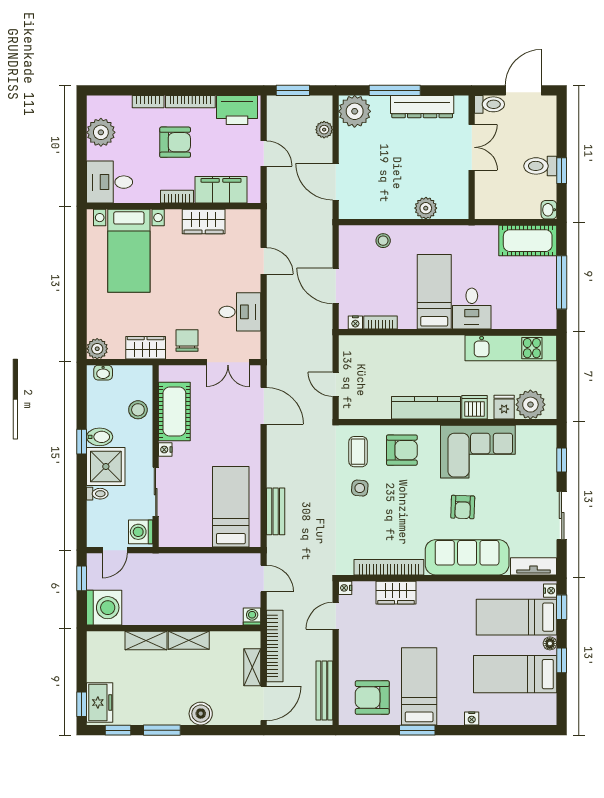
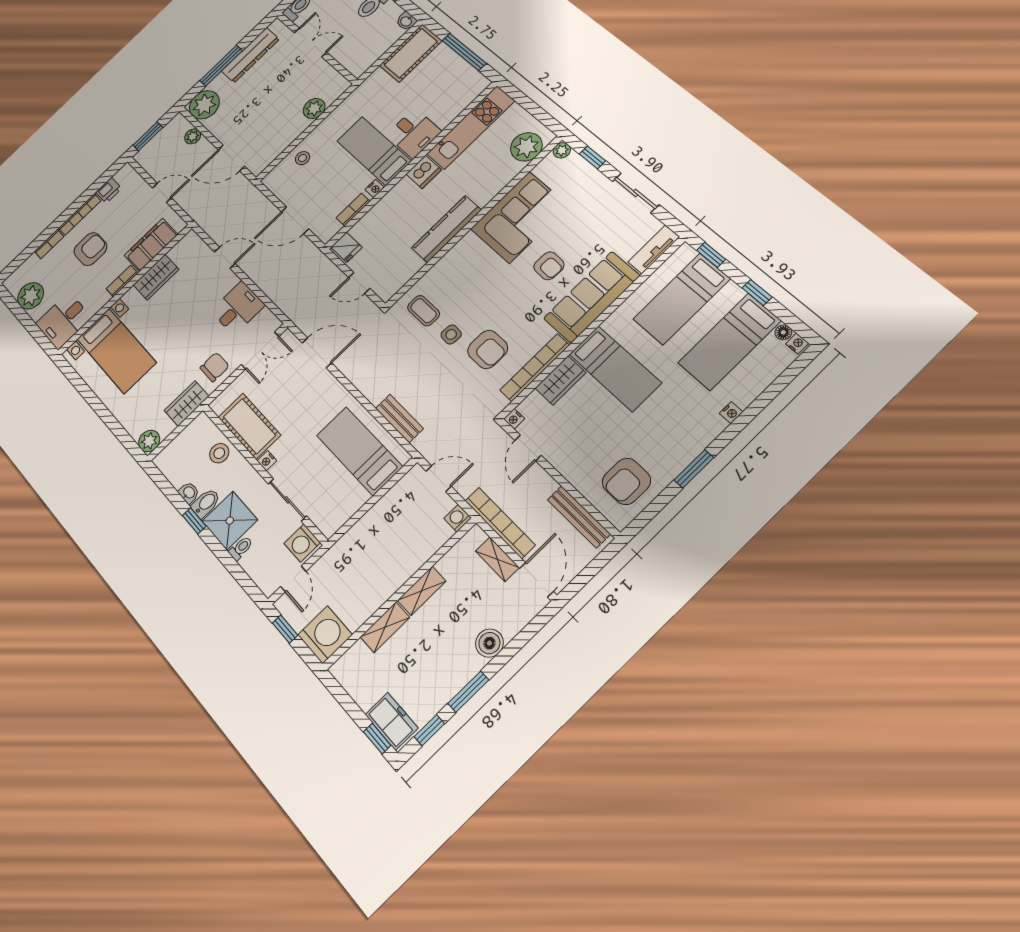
printer: (237, 110) -> (109, 190), width x0.53, depth x0.68
nightstand: (355, 323) -> (375, 188), moved
chair: (187, 341) -> (215, 367), turned 90
washbasin: (103, 373) -> (189, 493), moved, turned -90
dishwasher: (475, 407) -> (424, 172), moved, turned 180
fridge: (504, 407) -> (346, 247), moved, turned 180
plant: (549, 433) -> (562, 150), added
armchair: (402, 450) -> (488, 349), moved, turned 90
nightstand: (550, 591) -> (797, 344), moved
floor lamp: (550, 643) -> (783, 332), moved
bed: (419, 686) -> (615, 369), moved, turned 180

